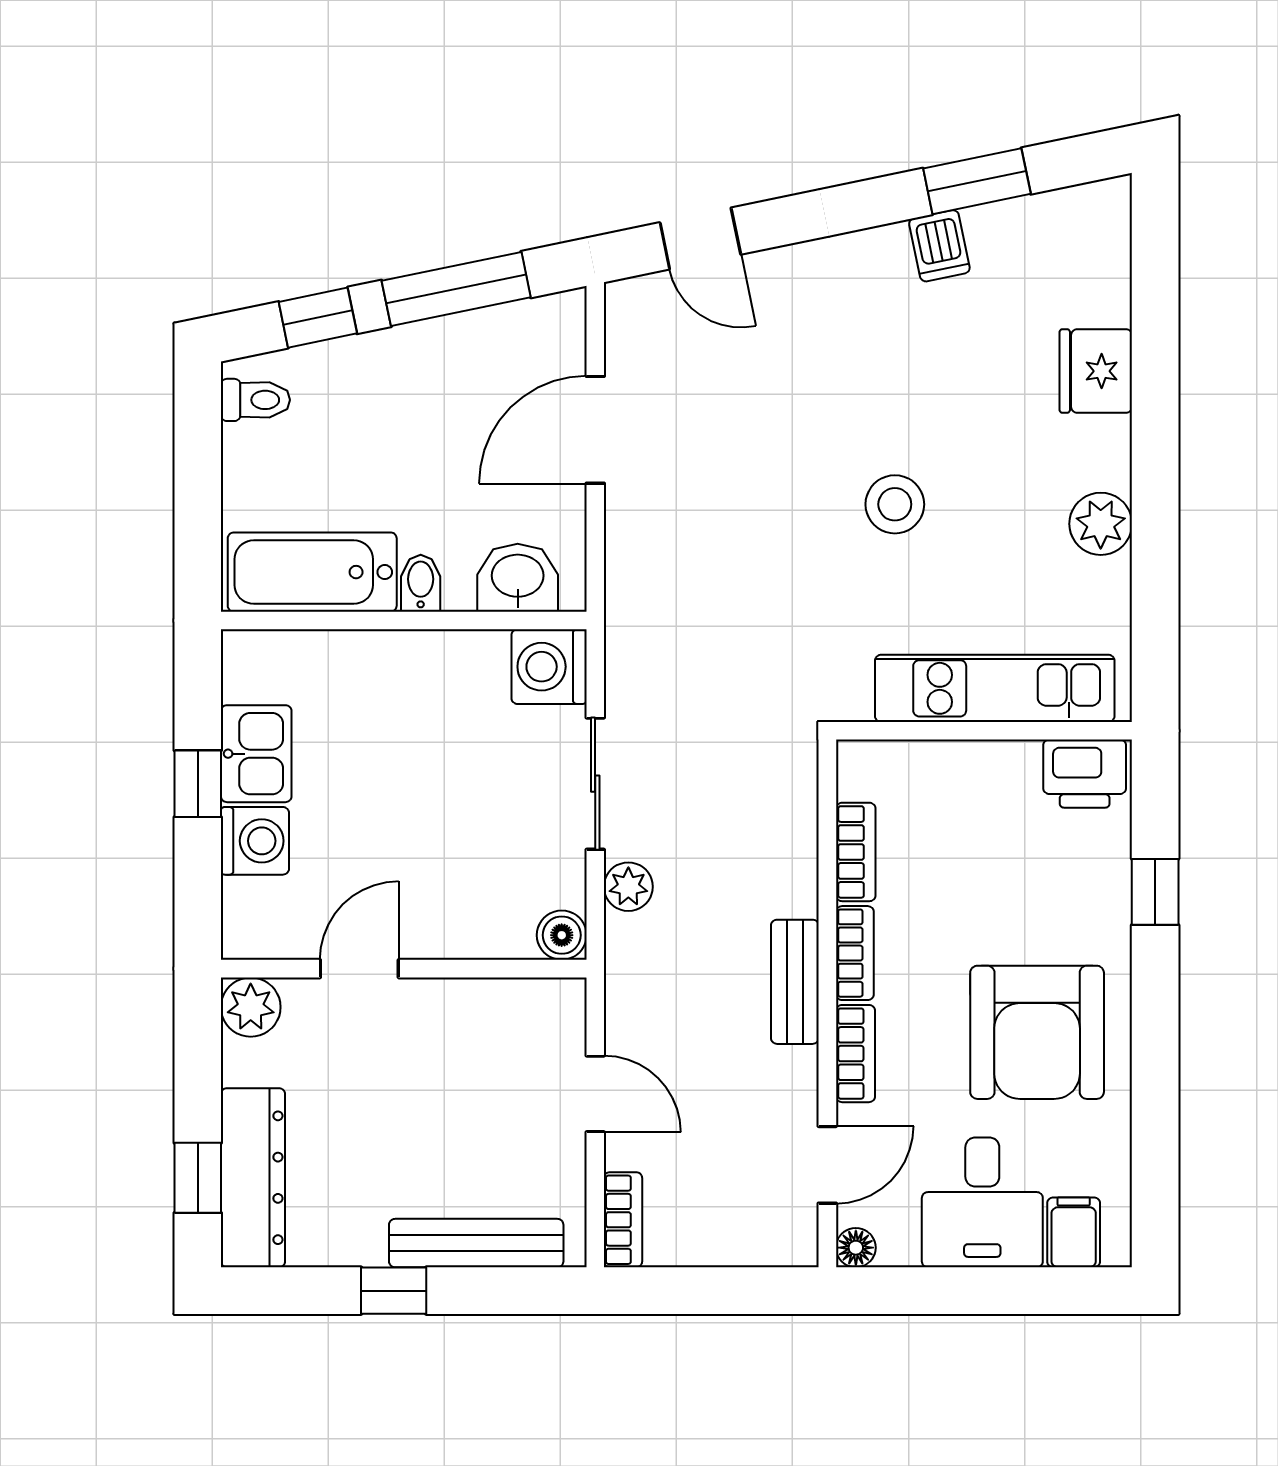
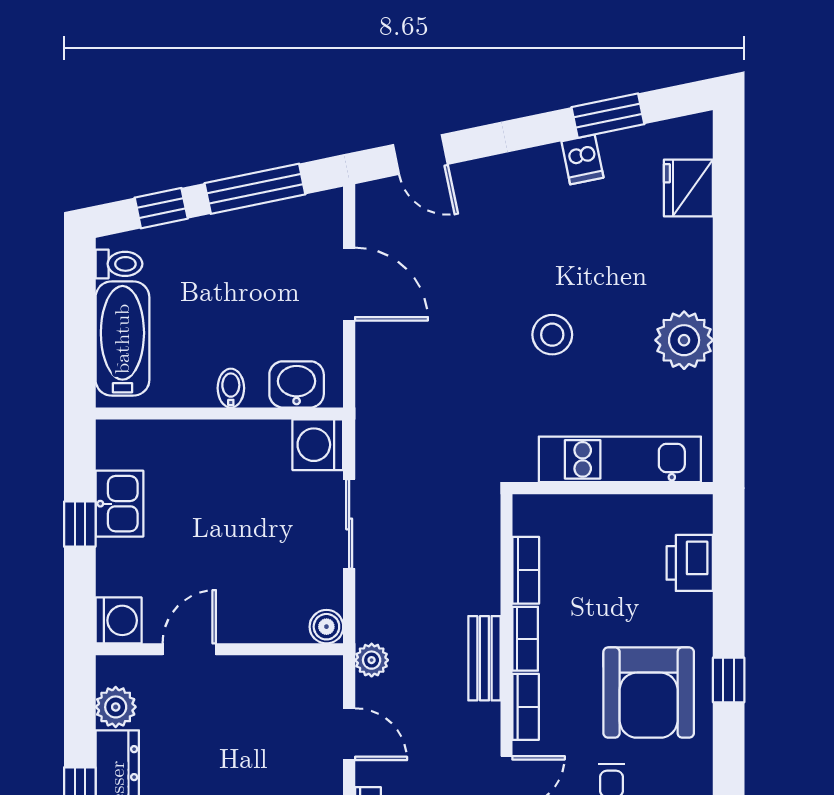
fridge: (1096, 371) -> (688, 188), moved
door: (595, 430) -> (349, 284), swing flipped
plant: (1101, 524) -> (684, 340), width x1.36, depth x1.36
bathtub: (312, 572) -> (122, 339), moved, turned 90
printer: (1085, 774) -> (690, 563), moved, turned 90
washing machine: (255, 841) -> (119, 620), moved
plant: (628, 887) -> (372, 660), moved
window: (1155, 892) -> (729, 680), moved
plant: (251, 1007) -> (116, 707), moved

